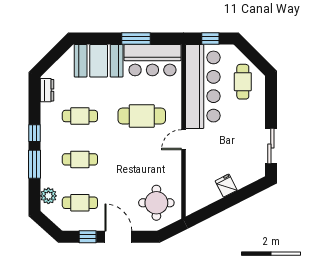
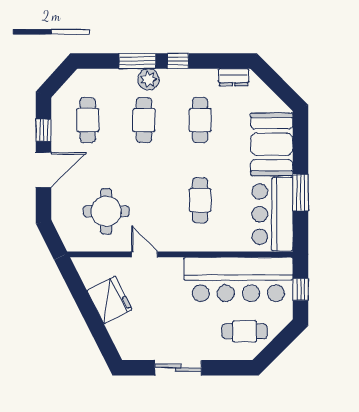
cafe table: (142, 116) -> (200, 200), width x0.73, depth x0.74
door: (184, 140) -> (144, 254), moved
sliding door: (271, 146) -> (178, 368), moved
fridge: (226, 186) -> (110, 300), width x1.88, depth x1.34
plant: (48, 196) -> (148, 79), moved
round table: (156, 203) -> (106, 211), moved

